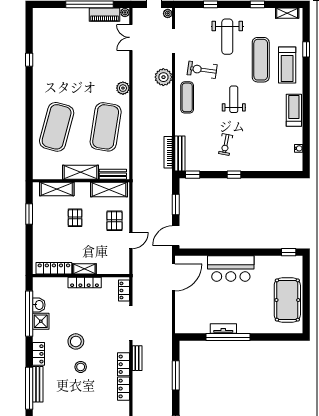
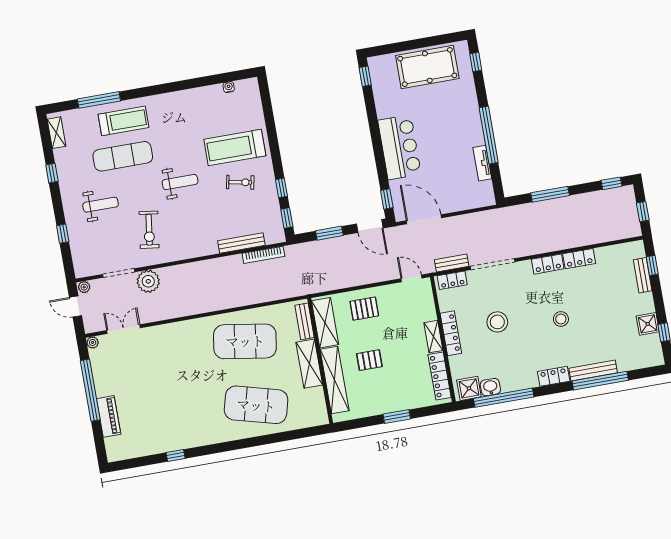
piano: (104, 15) -> (109, 416), moved
double door: (131, 37) -> (124, 329), swing flipped
weight bench: (227, 37) -> (101, 205), width x0.73, depth x0.75
window: (306, 49) -> (99, 100), width x2.17
plant: (163, 77) -> (148, 281), moved
plant: (123, 88) -> (191, 328), removed
exercise mat: (187, 97) -> (188, 243), removed
weight bench: (234, 99) -> (180, 182), turned 180
treadmill: (294, 110) -> (235, 147), moved, width x1.37, depth x1.38
bench: (180, 154) -> (241, 243), moved
window: (234, 175) -> (281, 188), moved
shelving: (57, 189) -> (335, 380), width x1.47
window: (29, 214) -> (397, 417), moved
door: (131, 240) -> (411, 278), moved
window: (194, 252) -> (387, 199), added
shower: (41, 321) -> (469, 388), moved
tv unit: (223, 328) -> (482, 163), moved
window: (285, 337) -> (476, 62), added
stool: (76, 341) -> (497, 322), moved
bench: (137, 358) -> (452, 263), moved

